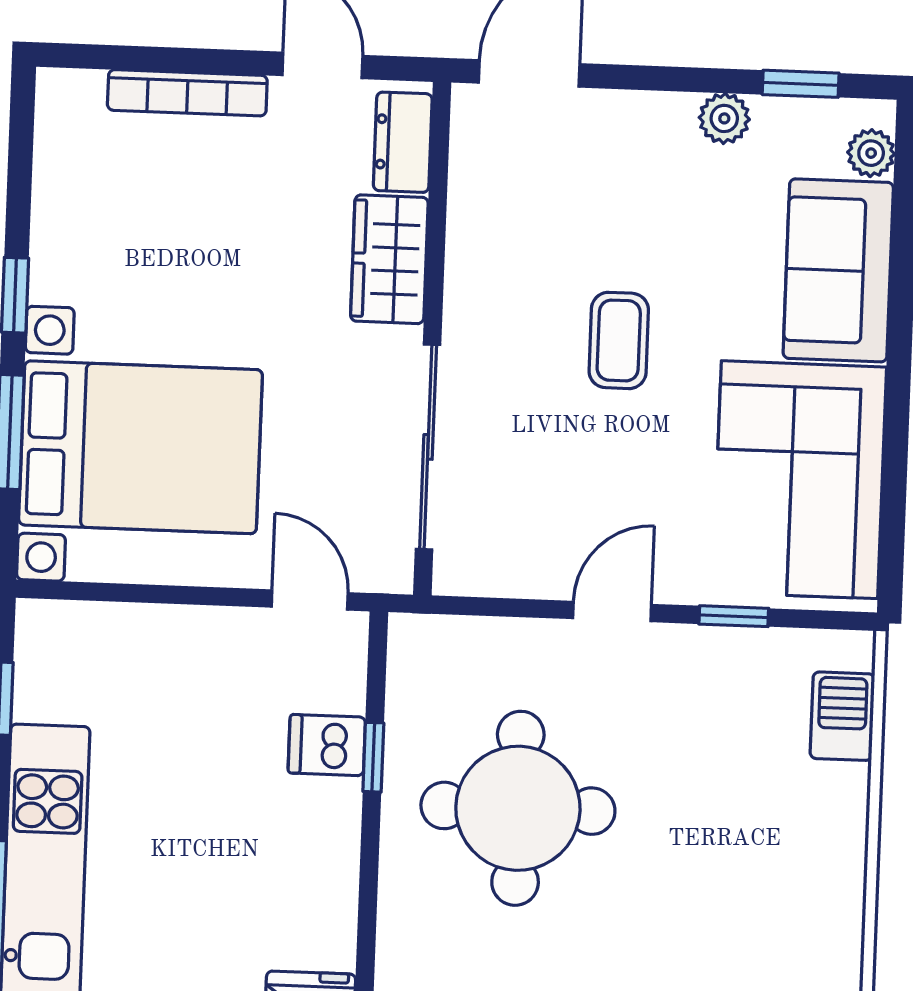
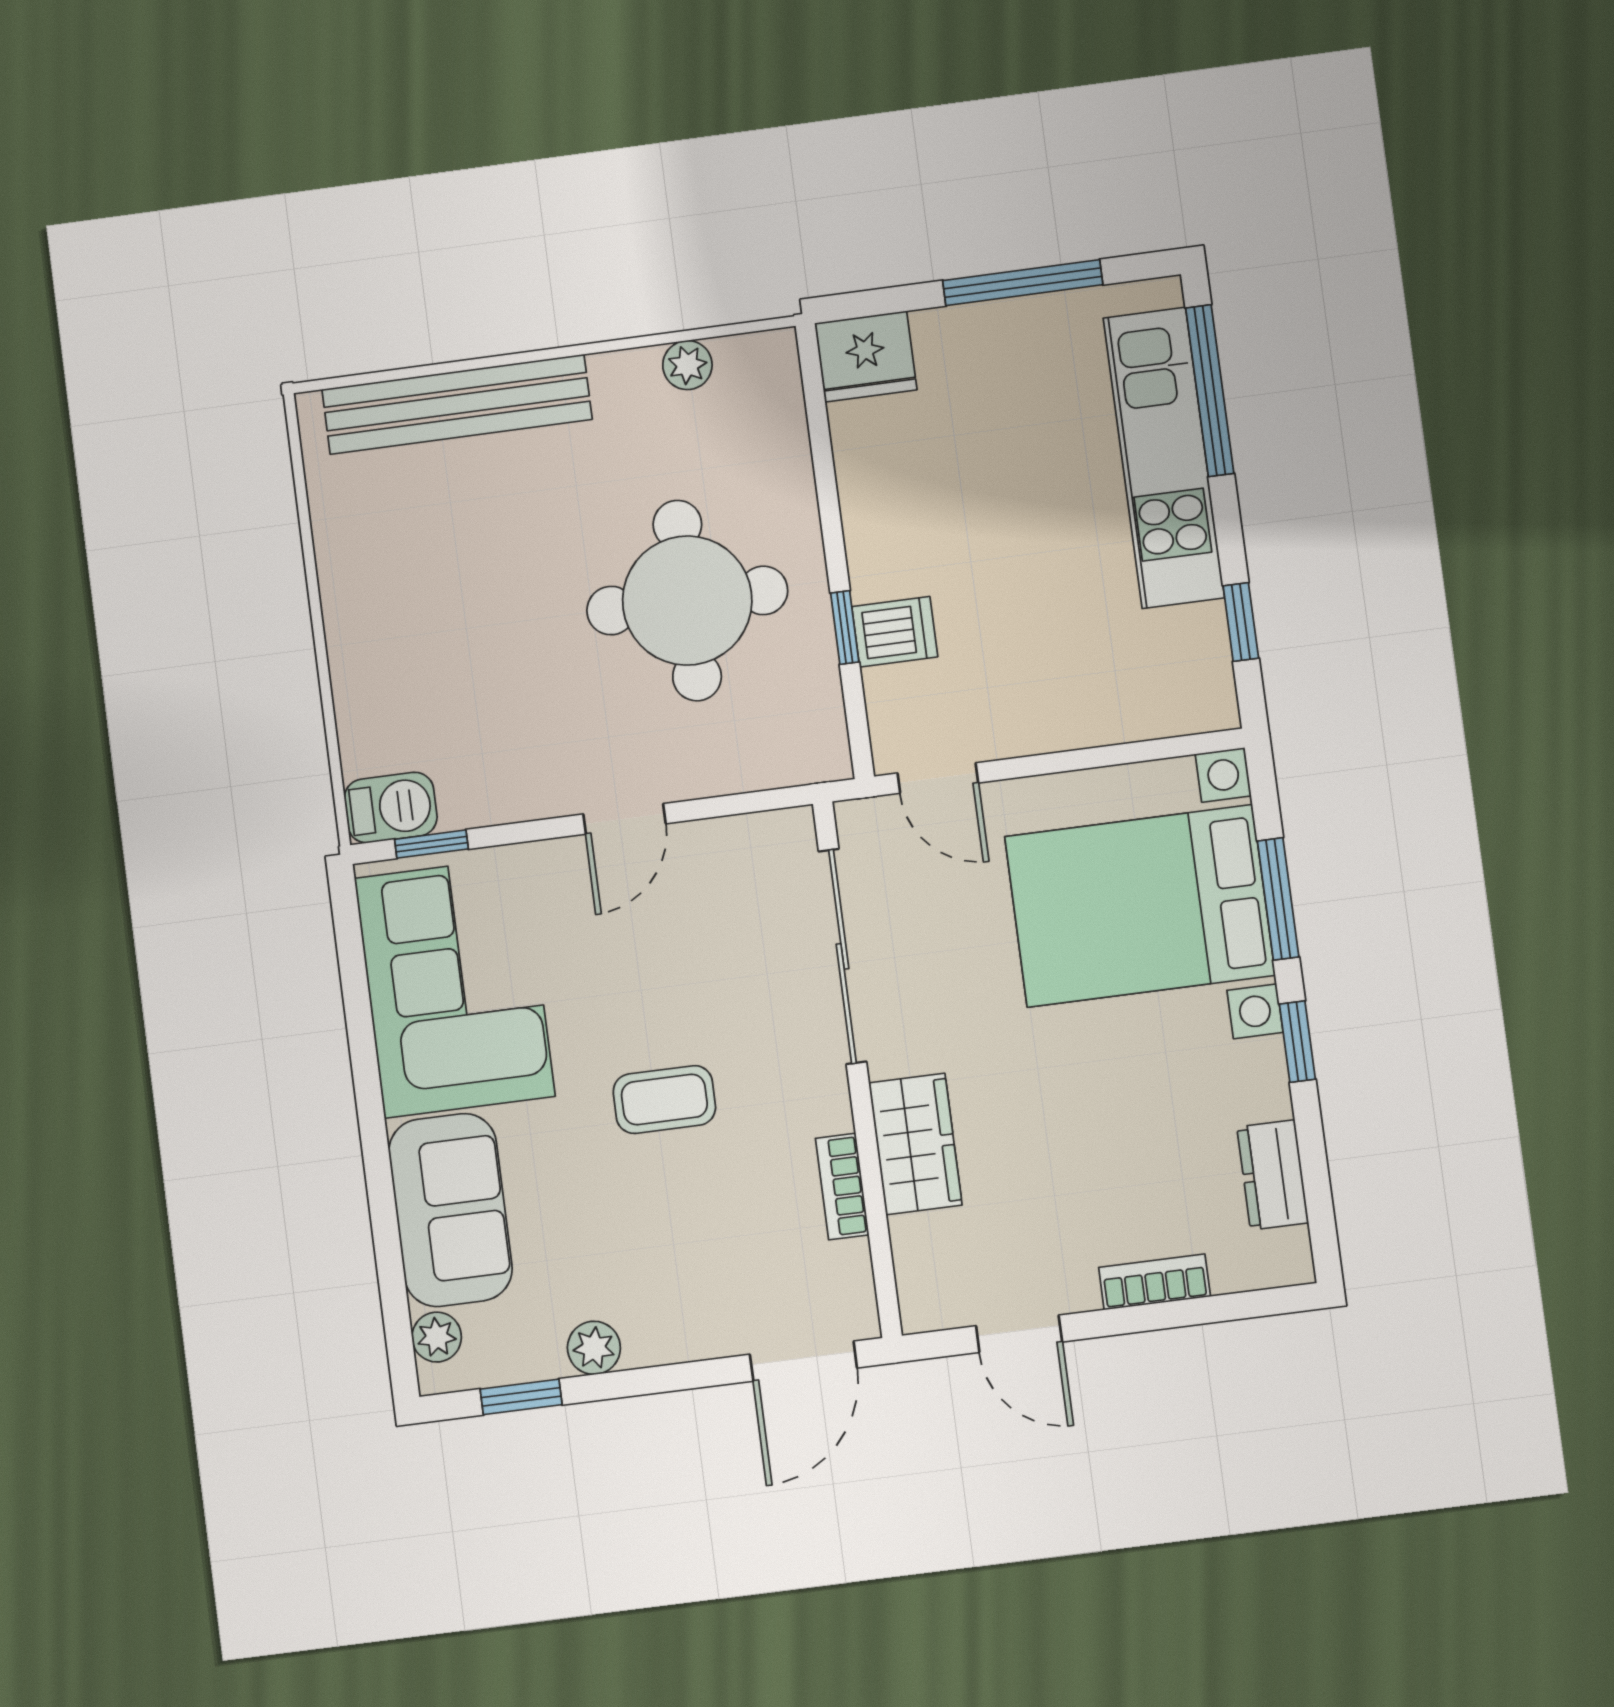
bookcase: (187, 93) -> (1155, 1282), width x0.64
dresser: (403, 142) -> (1273, 1175), moved, turned 180
bookcase: (465, 231) -> (842, 1187), added
coffee table: (619, 340) -> (664, 1100), turned 90
window: (734, 616) -> (431, 844), moved
barbecue: (842, 716) -> (391, 808), moved, turned -90

